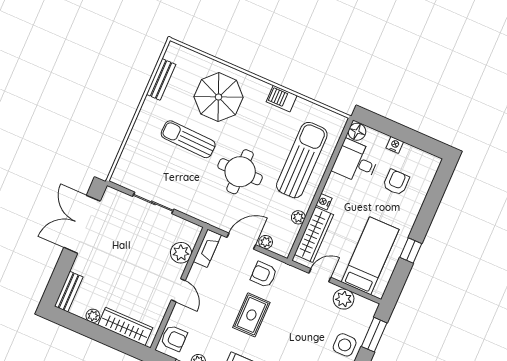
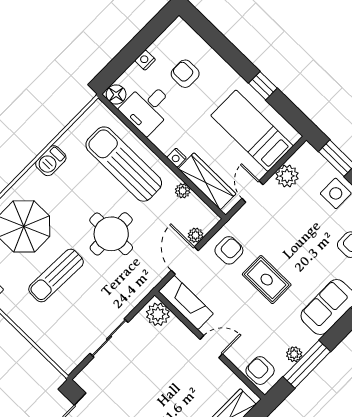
fireplace: (207, 248) -> (186, 302), width x1.37, depth x1.32
plant: (181, 253) -> (158, 314), moved
armchair: (264, 274) -> (229, 250), turned 180
armchair: (174, 338) -> (260, 371), turned -90

